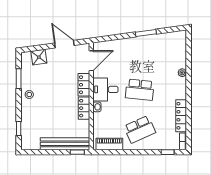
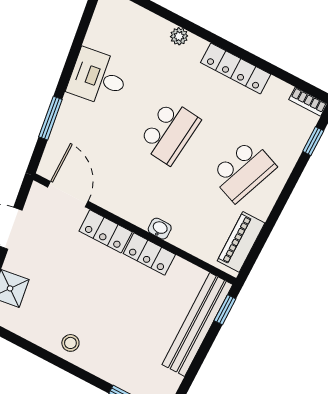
window: (146, 33) -> (50, 118), moved
window: (19, 79) -> (31, 347), removed
desk: (105, 89) -> (98, 78), moved, turned 82
locker: (181, 116) -> (236, 68), moved
school desk: (140, 129) -> (243, 171), turned 45

